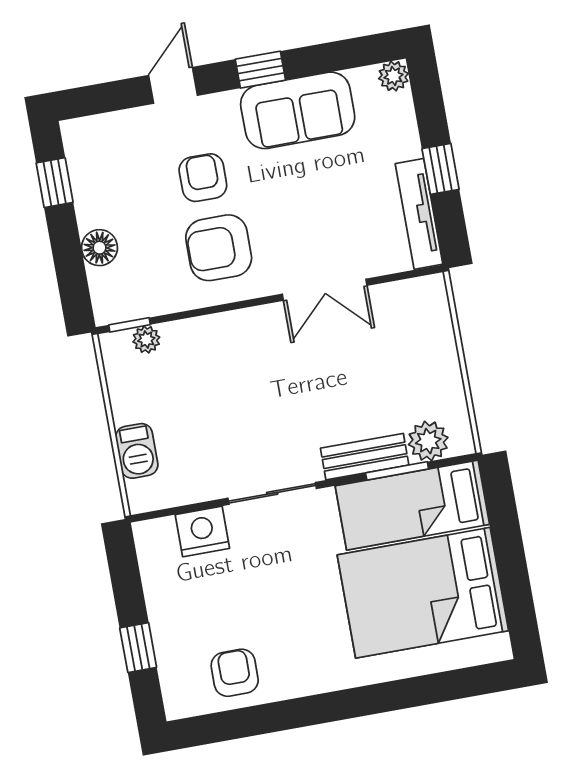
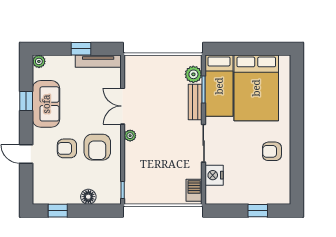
window: (260, 70) -> (26, 101), moved
double door: (325, 290) -> (123, 106), swing flipped
plant: (146, 339) -> (130, 136), moved
barbecue: (137, 451) -> (194, 190), moved, turned -90
armchair: (235, 673) -> (272, 151), moved

